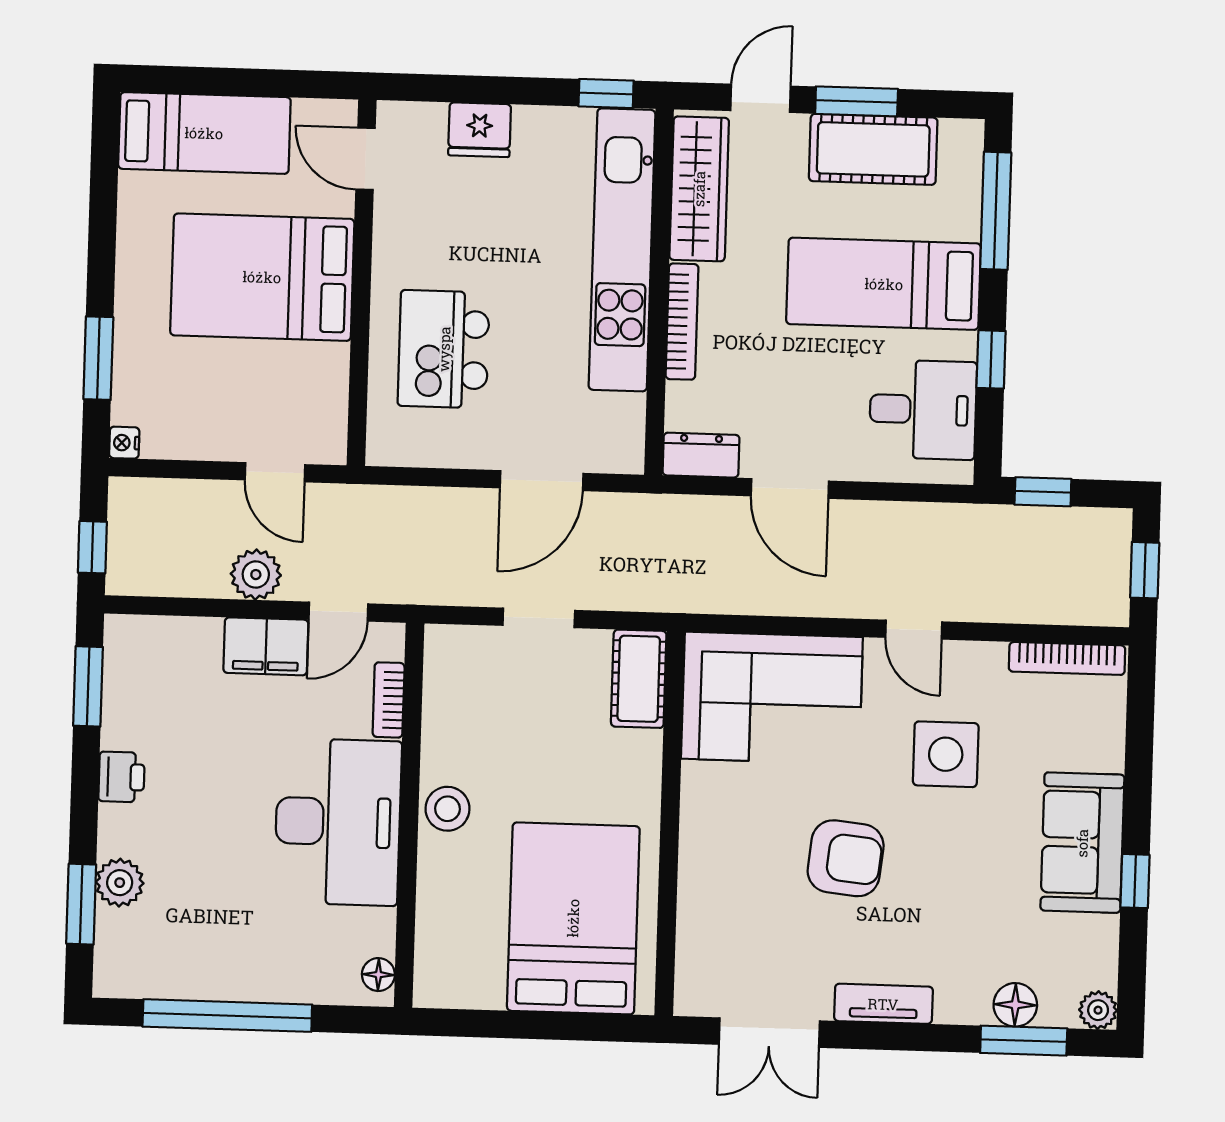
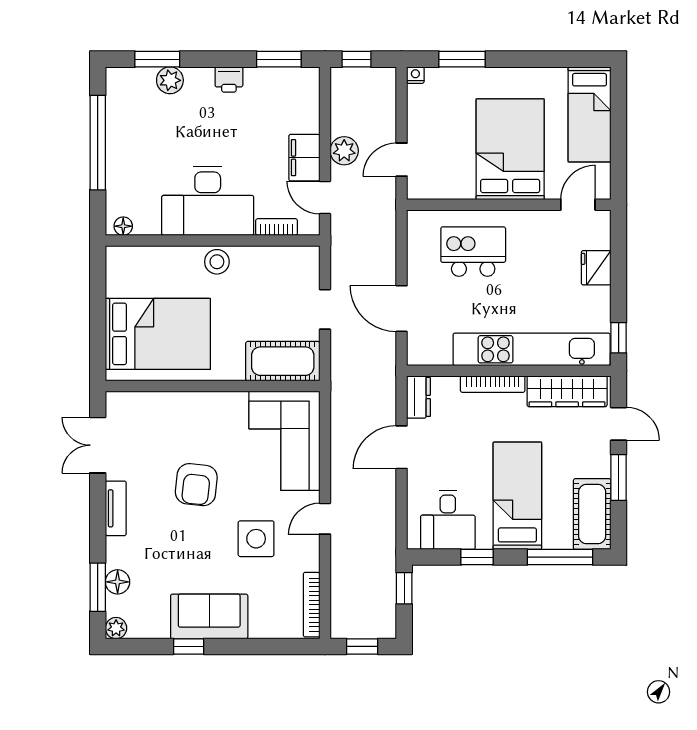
cot: (873, 149) -> (592, 514), moved
cot: (639, 679) -> (283, 361), width x1.37, depth x1.34

